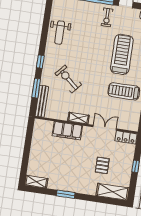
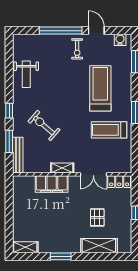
double door: (105, 128) -> (93, 174), swing flipped
shelving: (113, 192) -> (99, 246), moved

